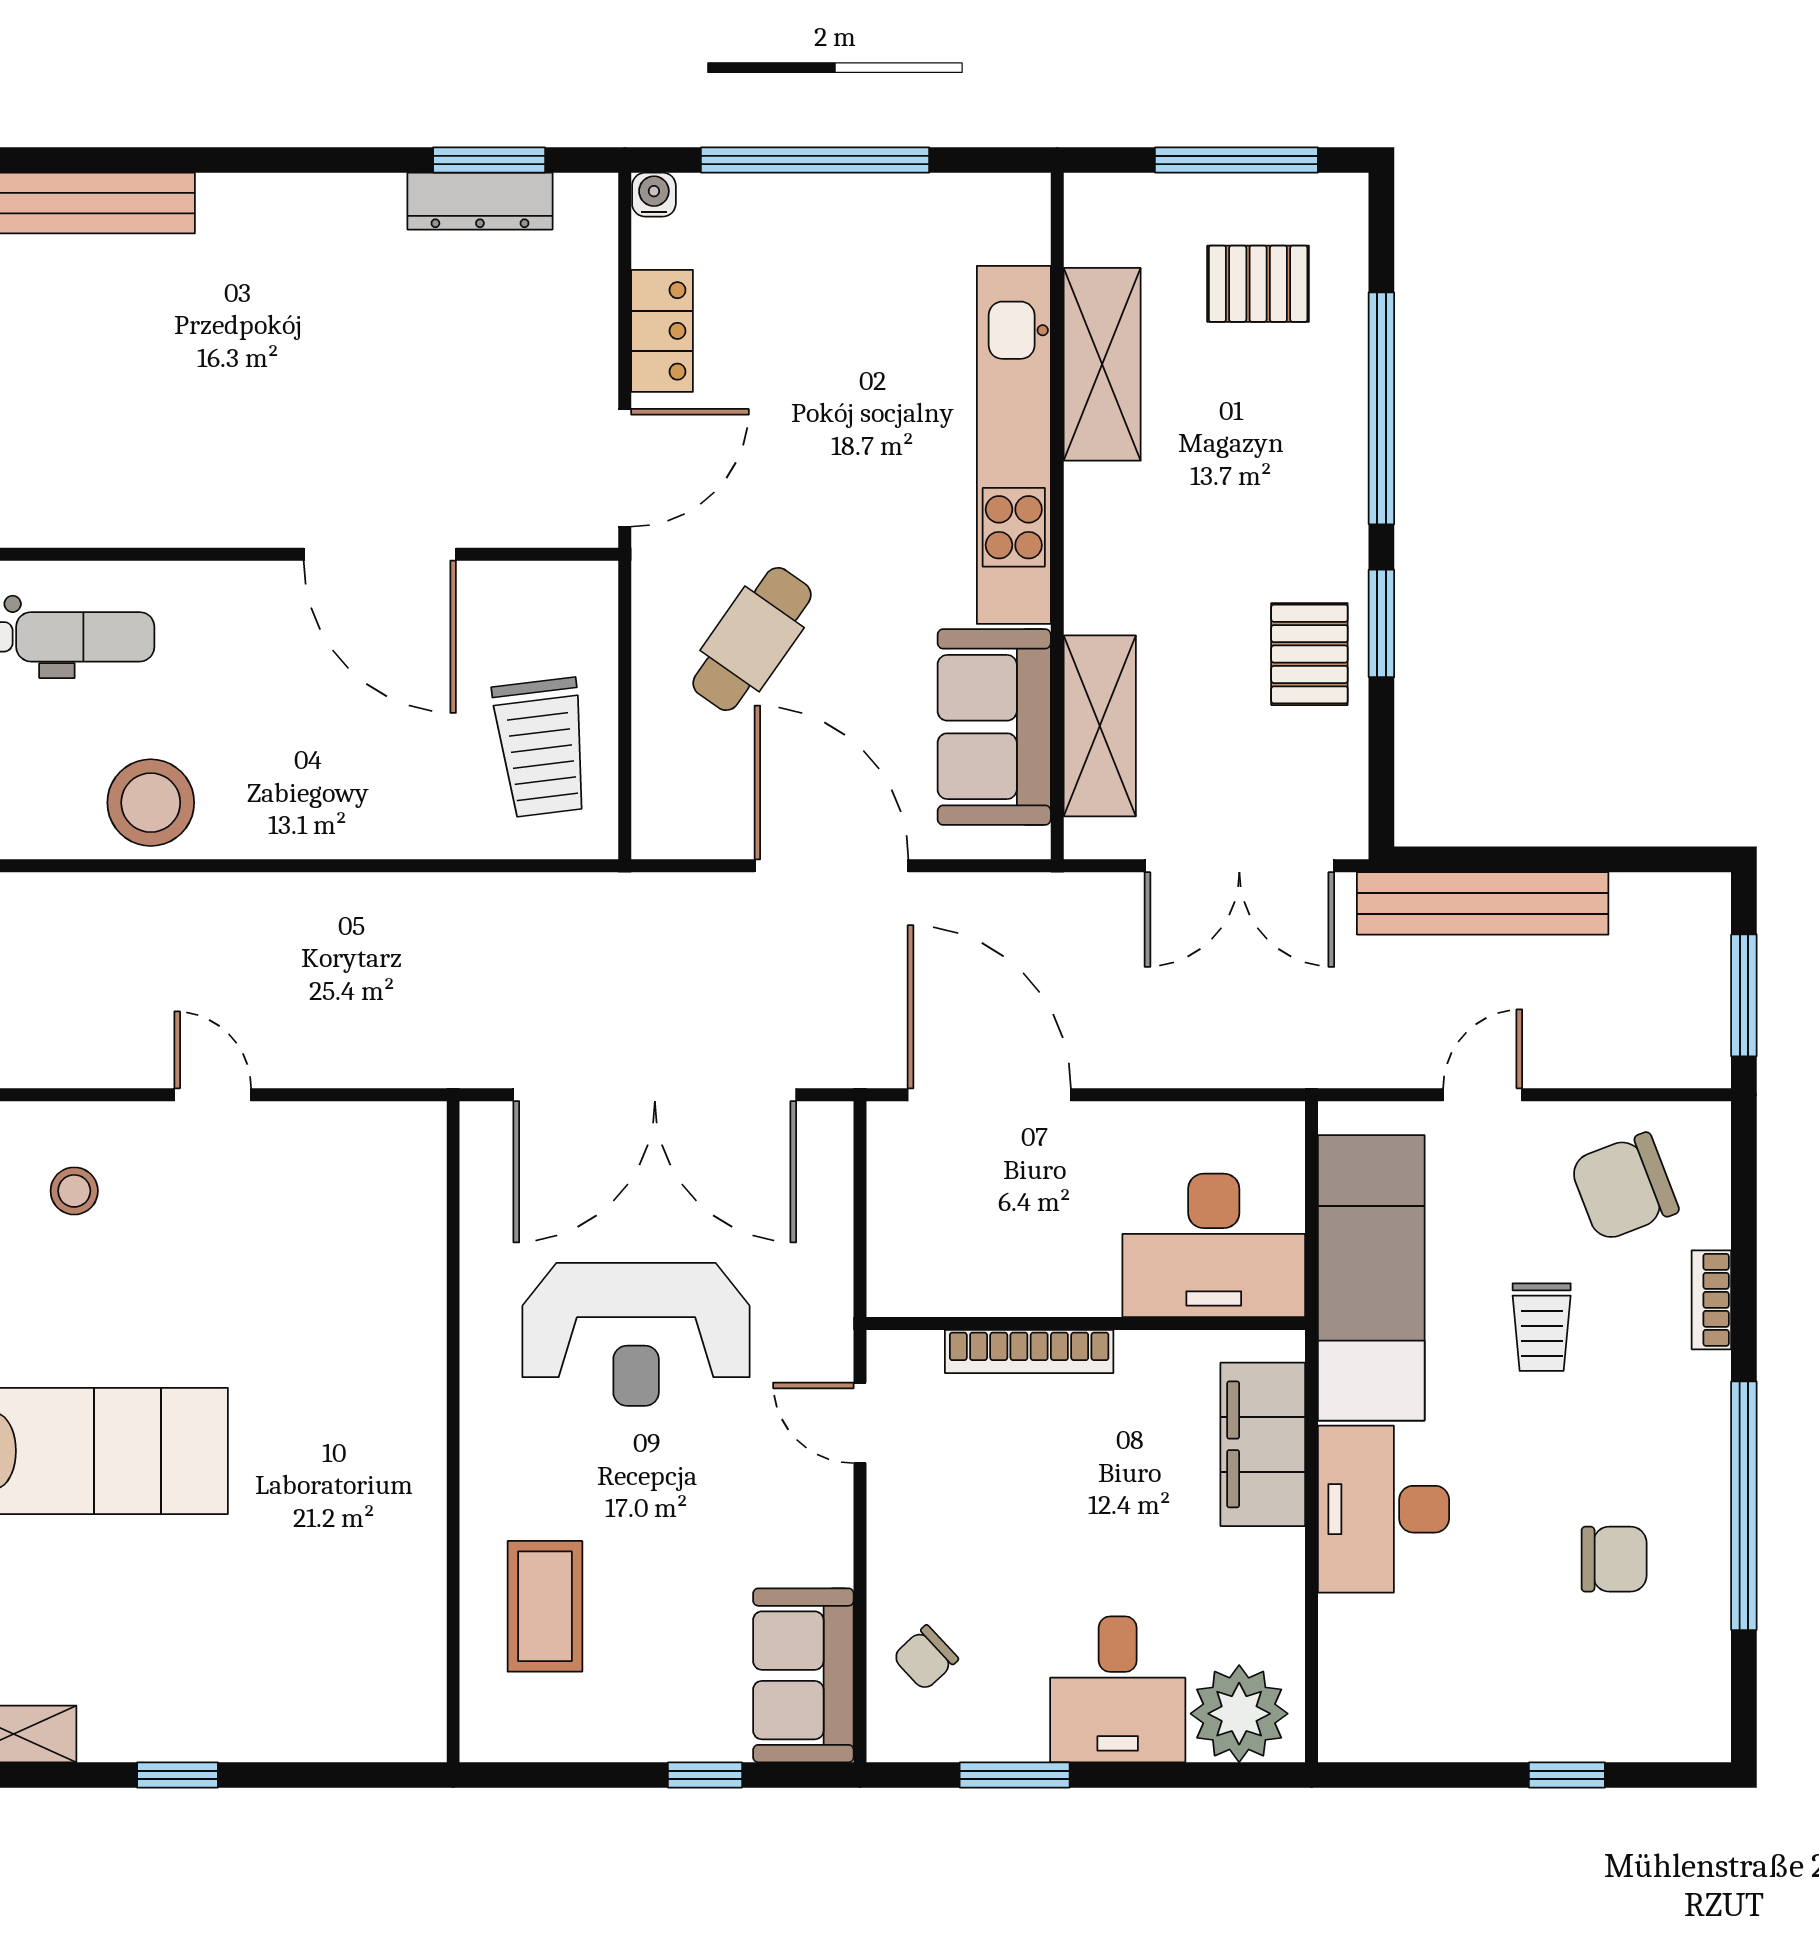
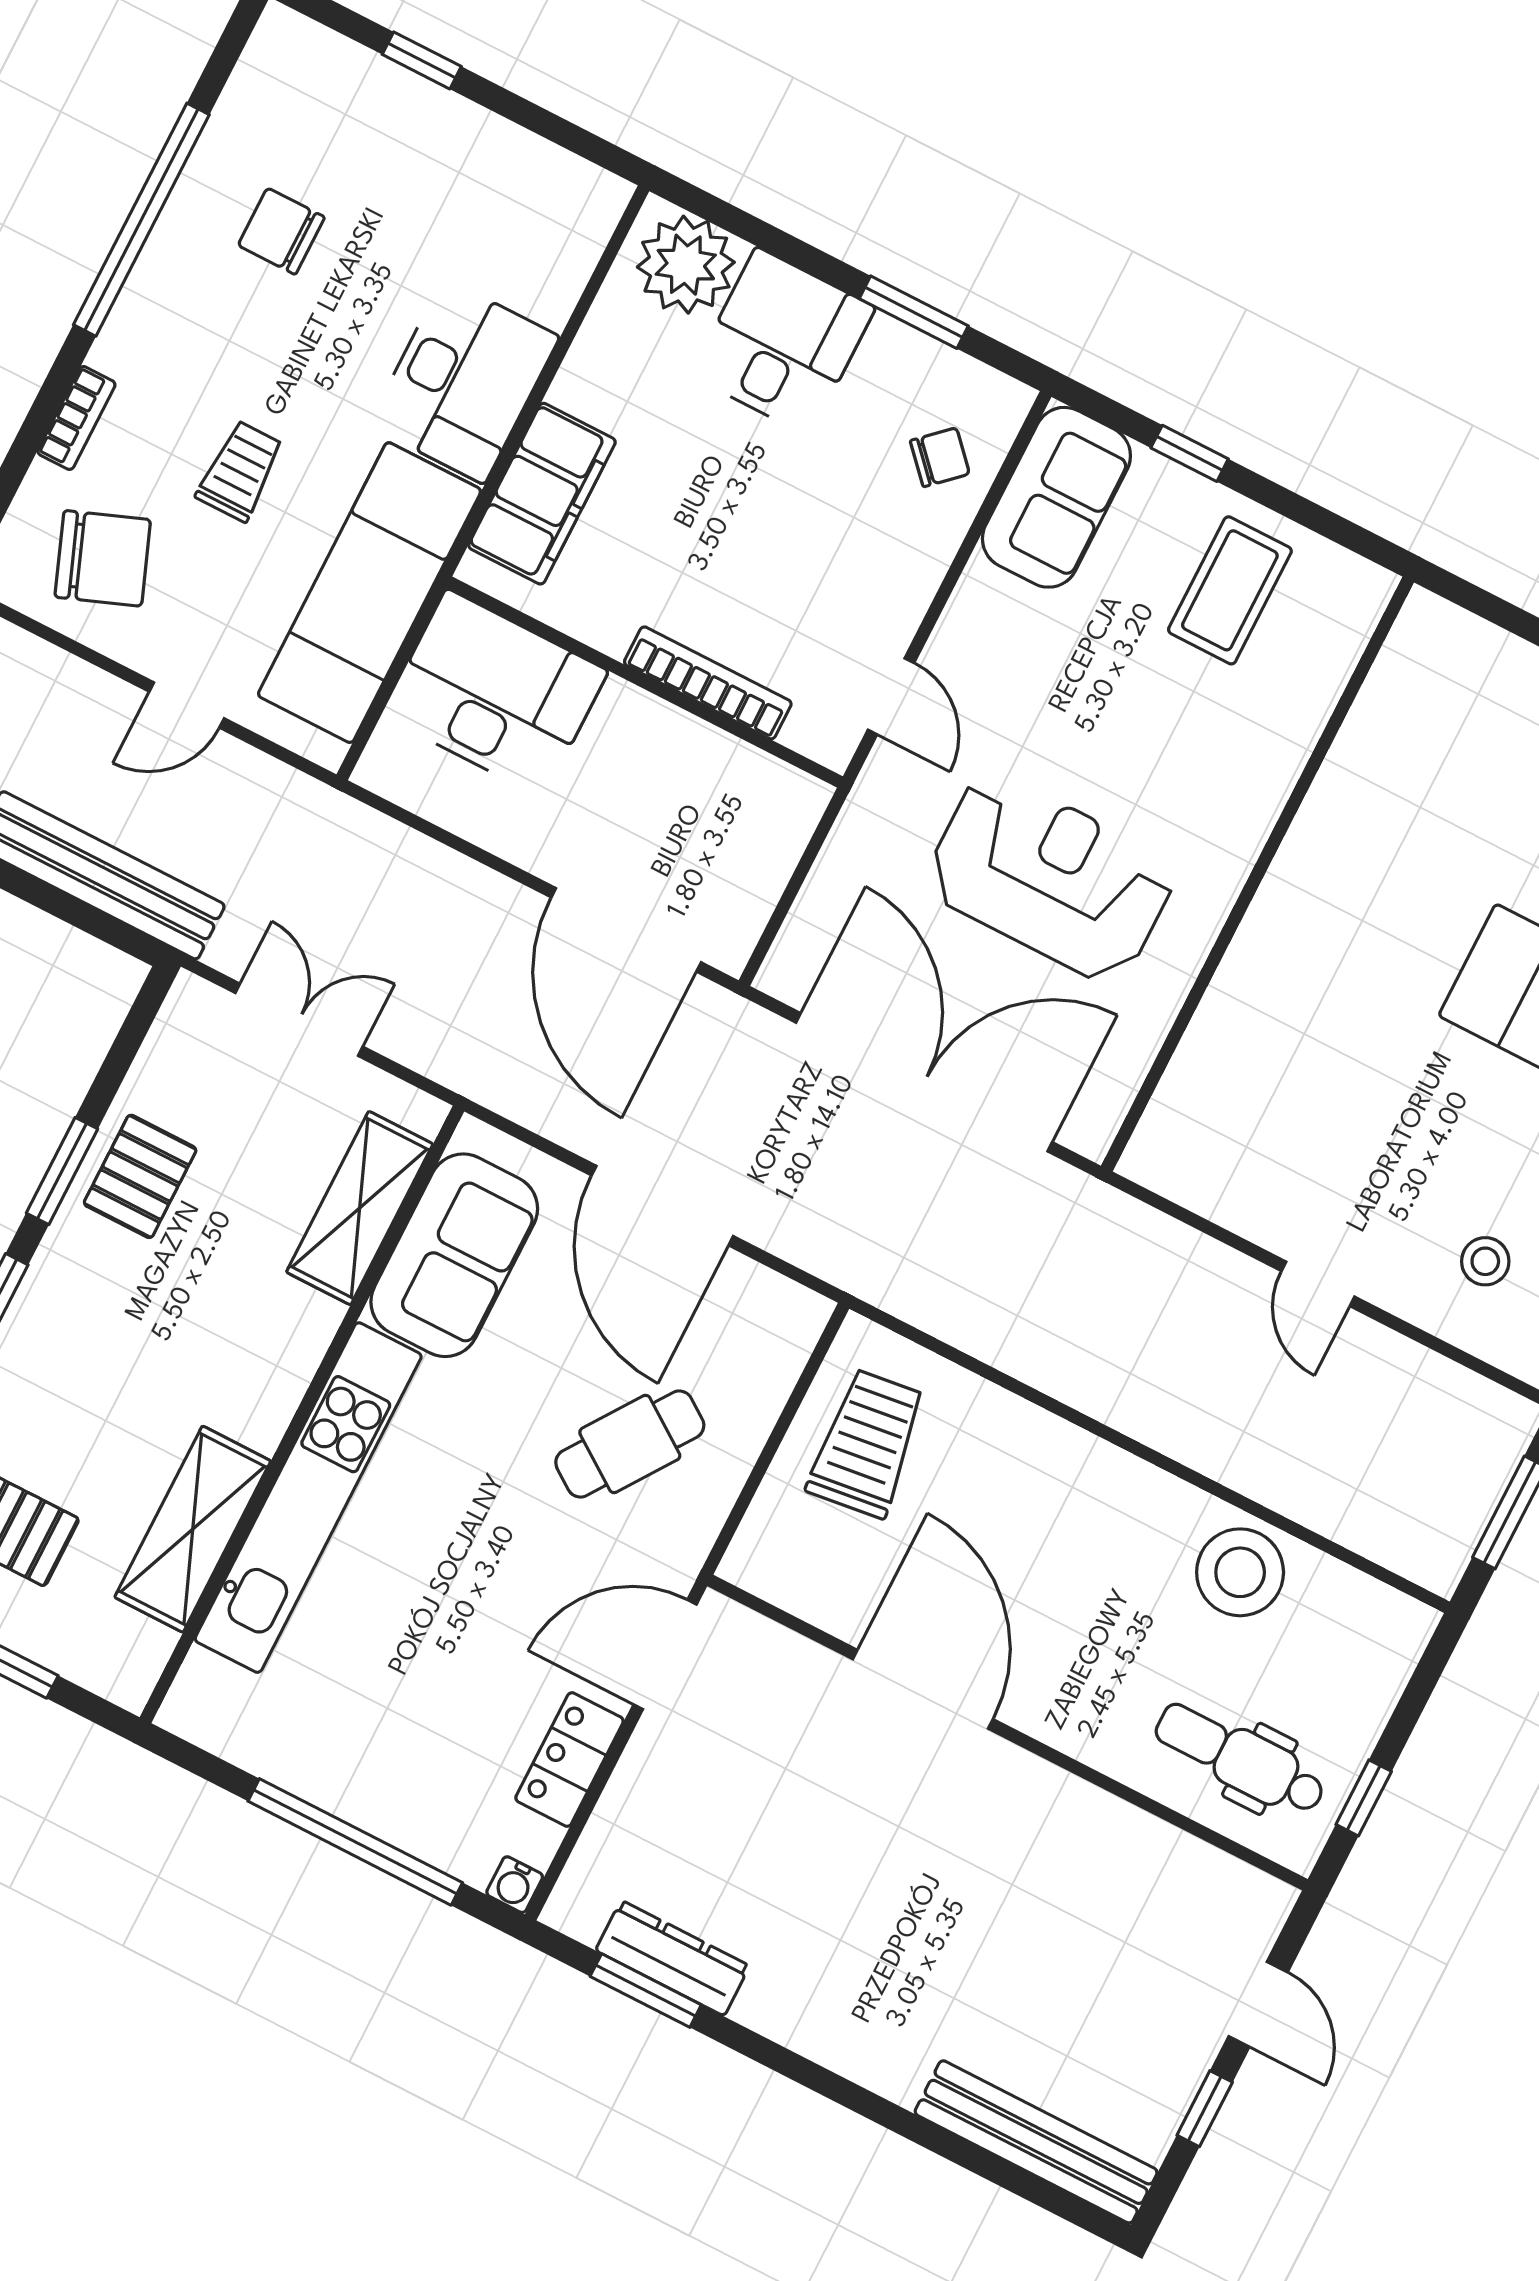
double door: (1239, 866) -> (299, 1020), width x0.73
coffee table: (545, 1606) -> (1230, 590), moved

